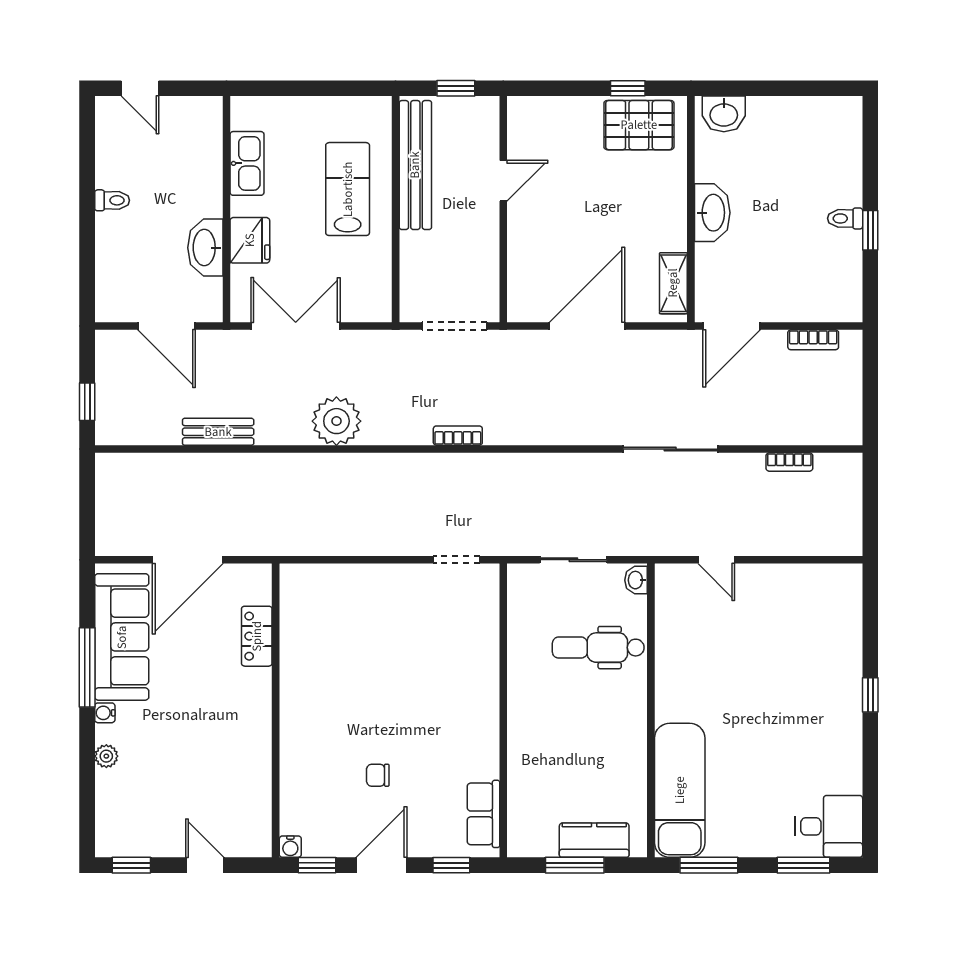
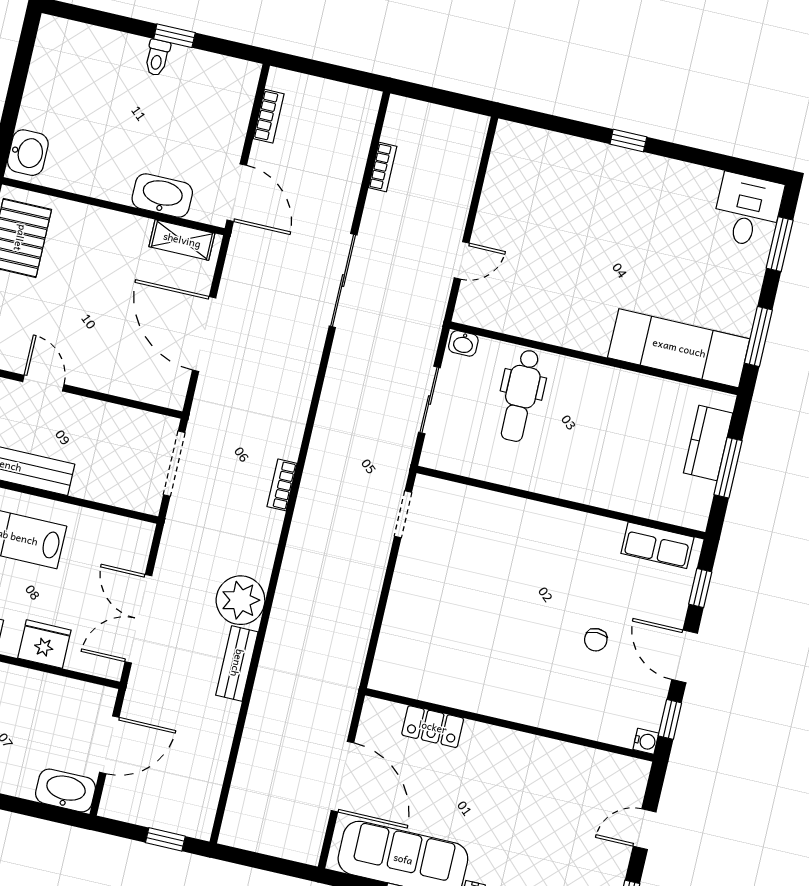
washbasin: (712, 213) -> (162, 195), moved
washbasin: (205, 248) -> (65, 790), moved, turned 180
bench: (218, 432) -> (237, 663), moved

